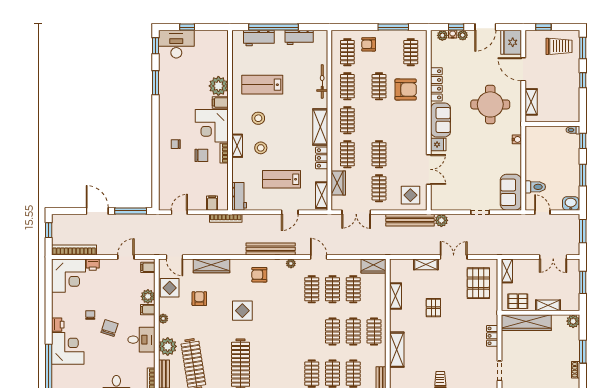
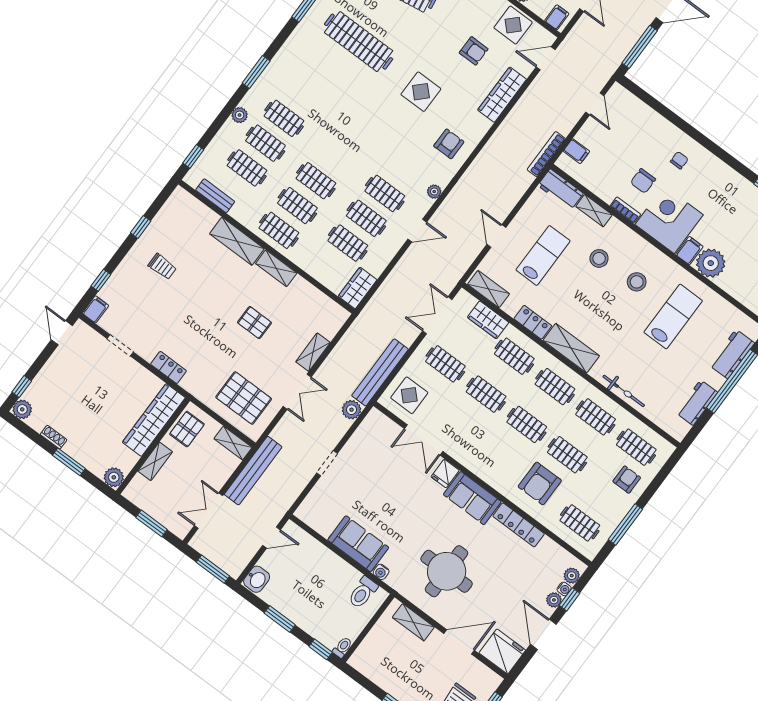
clothes rail: (379, 120) -> (527, 424), added
shelving: (237, 146) -> (594, 211), moved
toilet: (535, 187) -> (363, 592), moved
sofa: (511, 192) -> (358, 544), moved
bench: (271, 249) -> (253, 471), moved
shelving: (396, 296) -> (276, 268), moved

